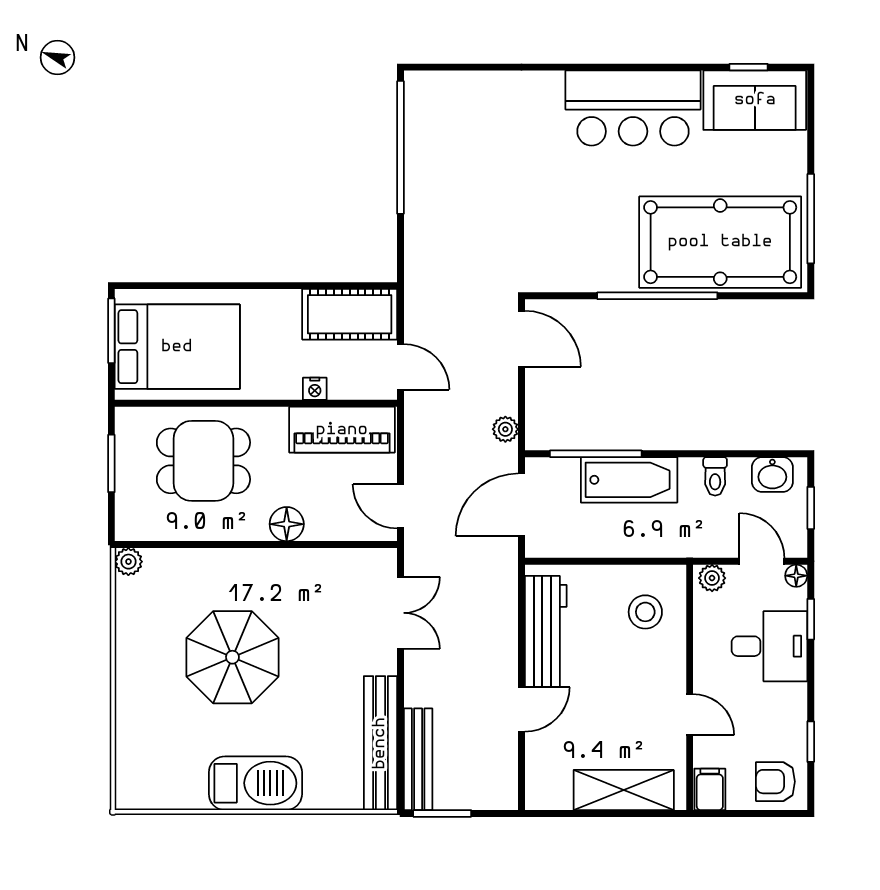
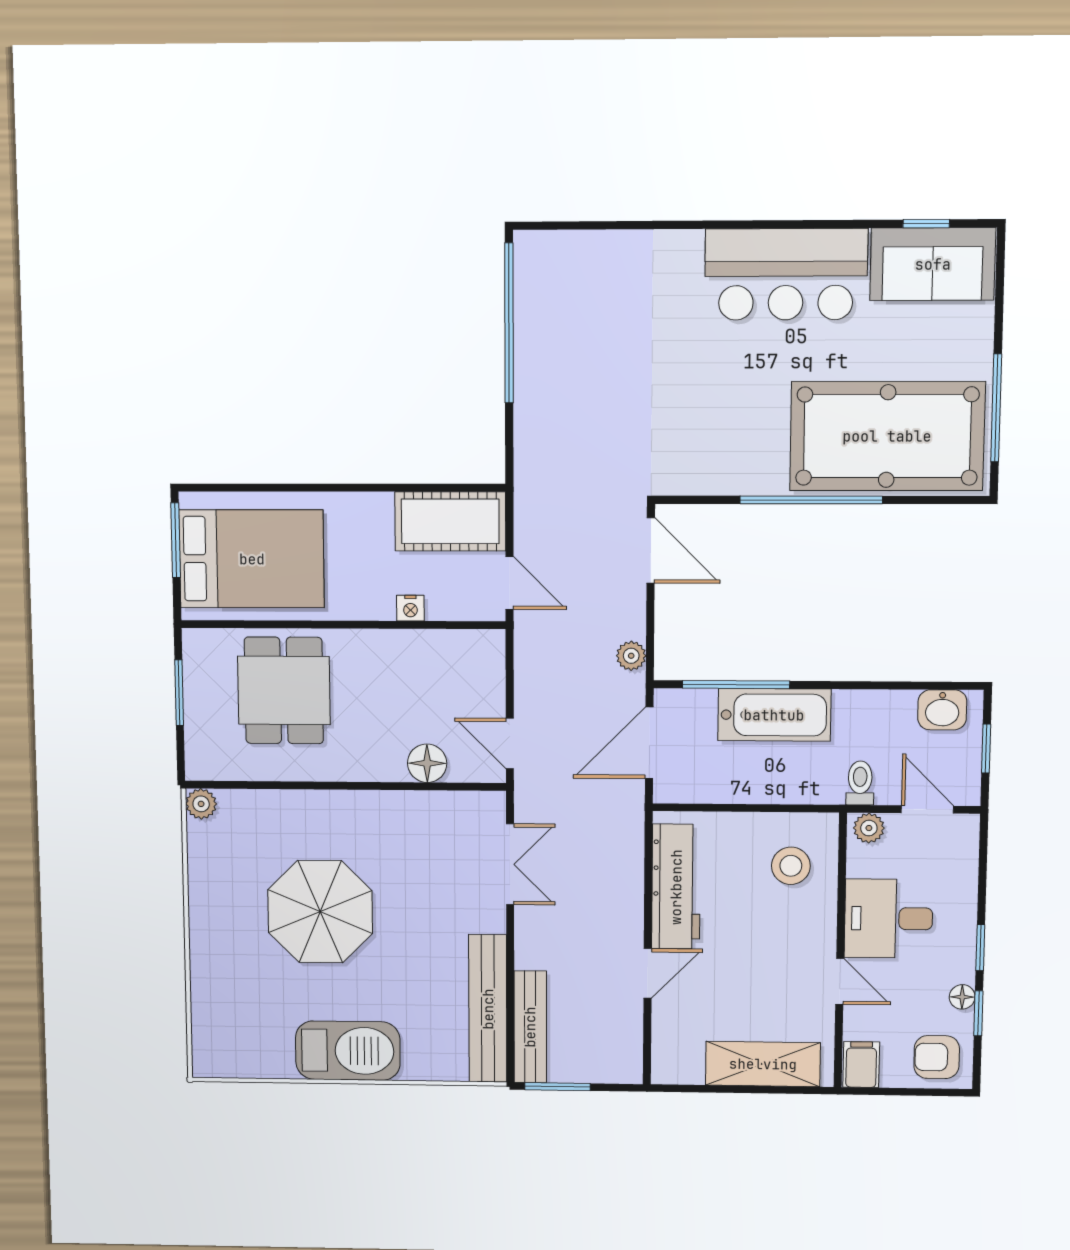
piano: (342, 430) -> (442, 655), removed
dining table: (203, 461) -> (284, 690), turned 90
toilet: (715, 476) -> (860, 783), moved, turned 180
floor lamp: (287, 524) -> (427, 763), moved
floor lamp: (796, 576) -> (962, 997), moved
window: (811, 619) -> (980, 948), moved
desk: (769, 646) -> (889, 918), moved, turned 180

